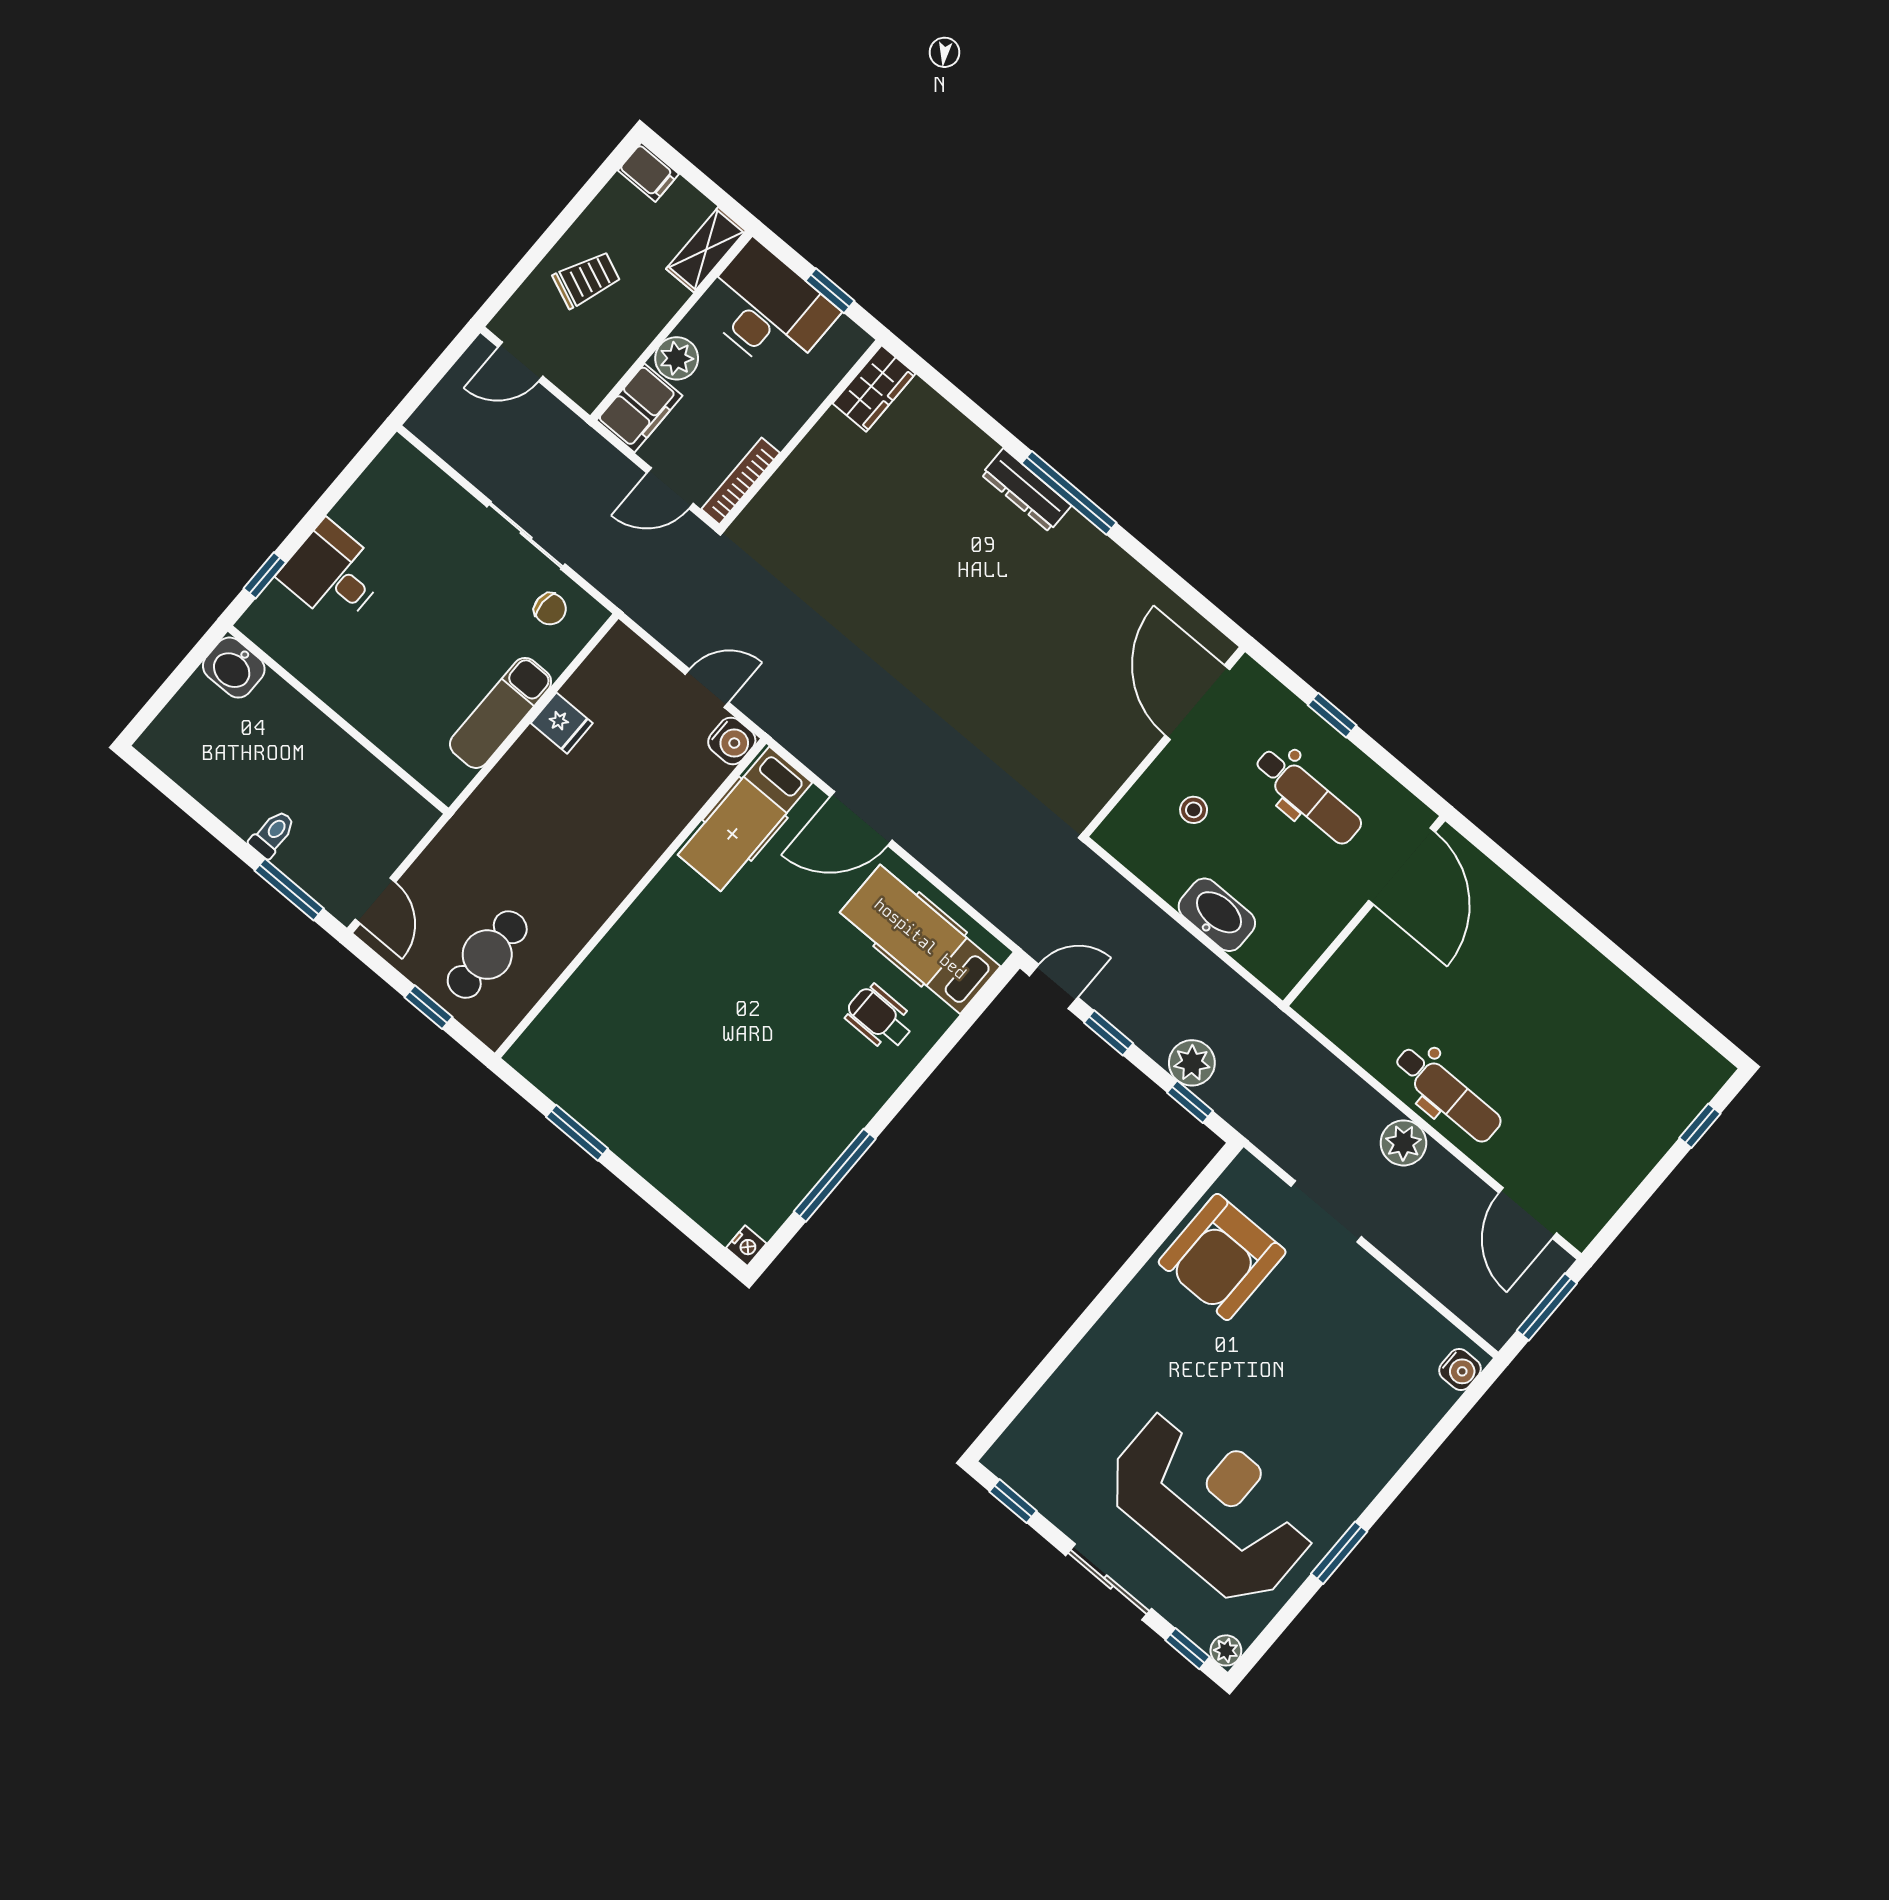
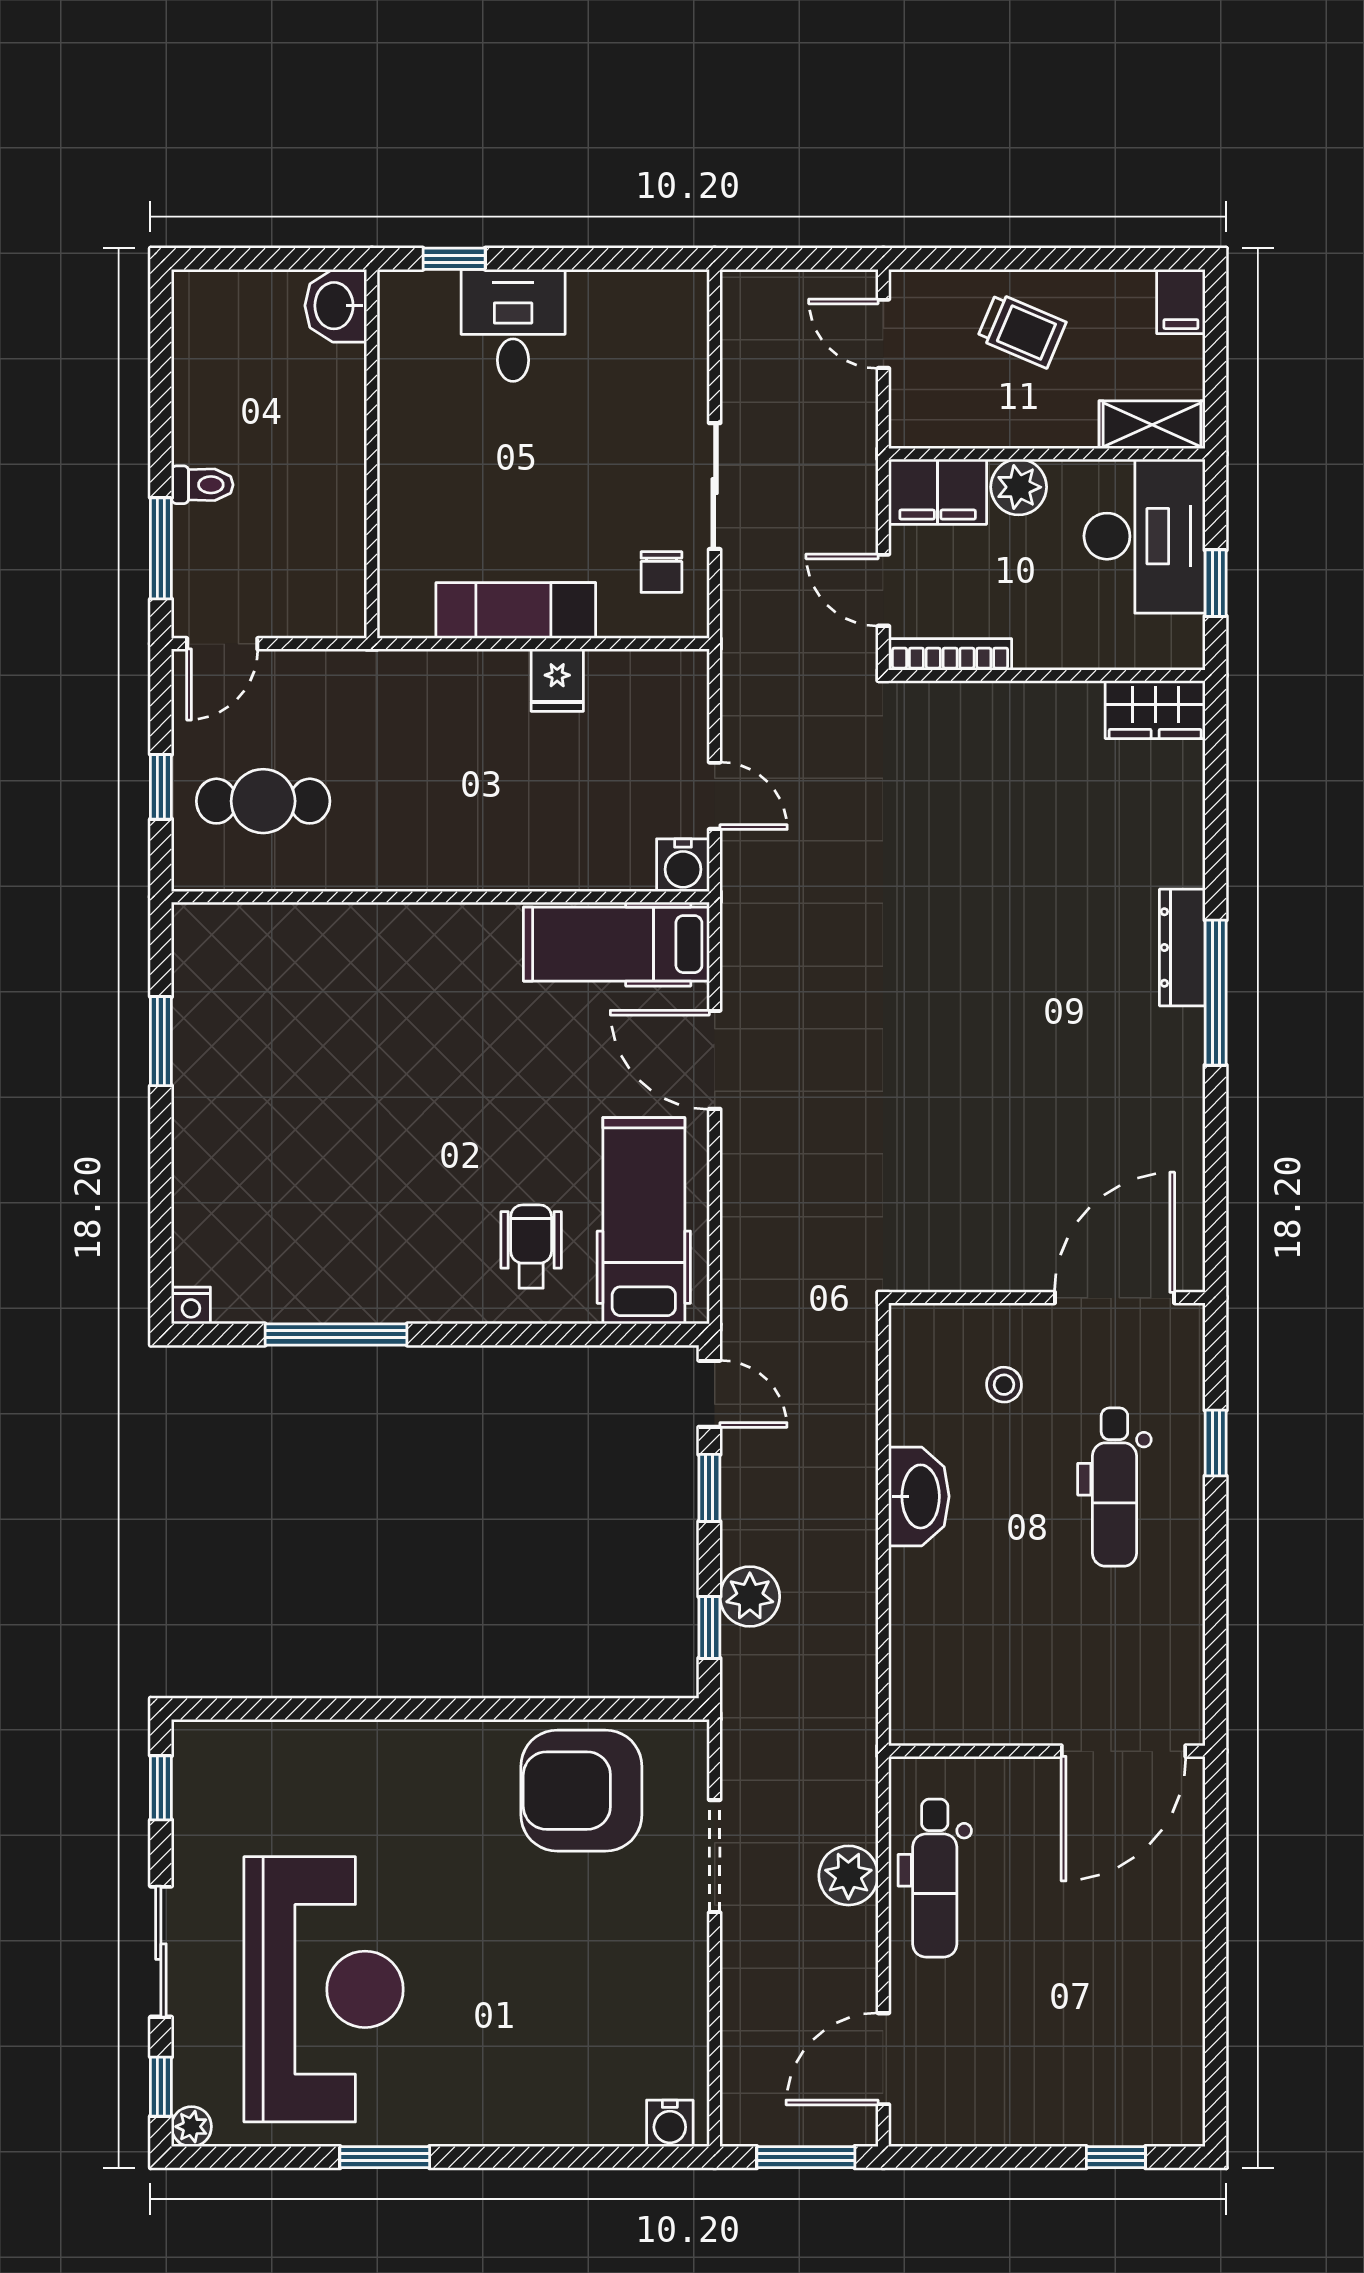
door: (1402, 866) -> (1124, 1751), moved
wall: (1364, 911) -> (1047, 1751), moved

